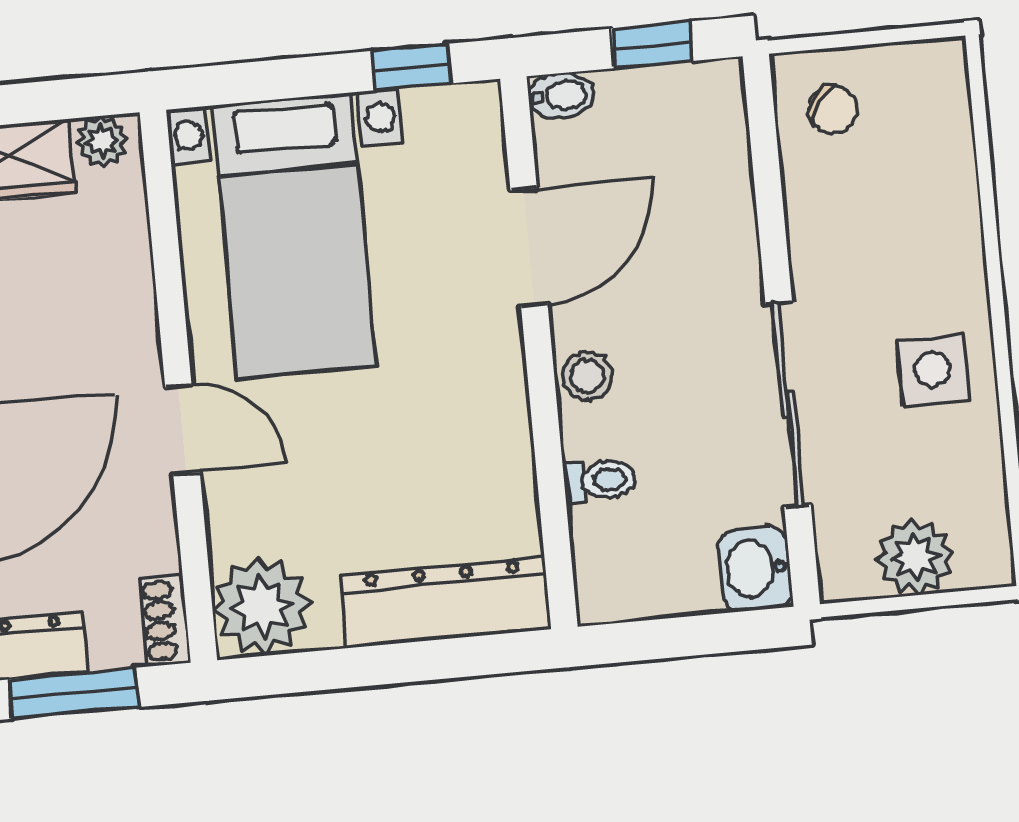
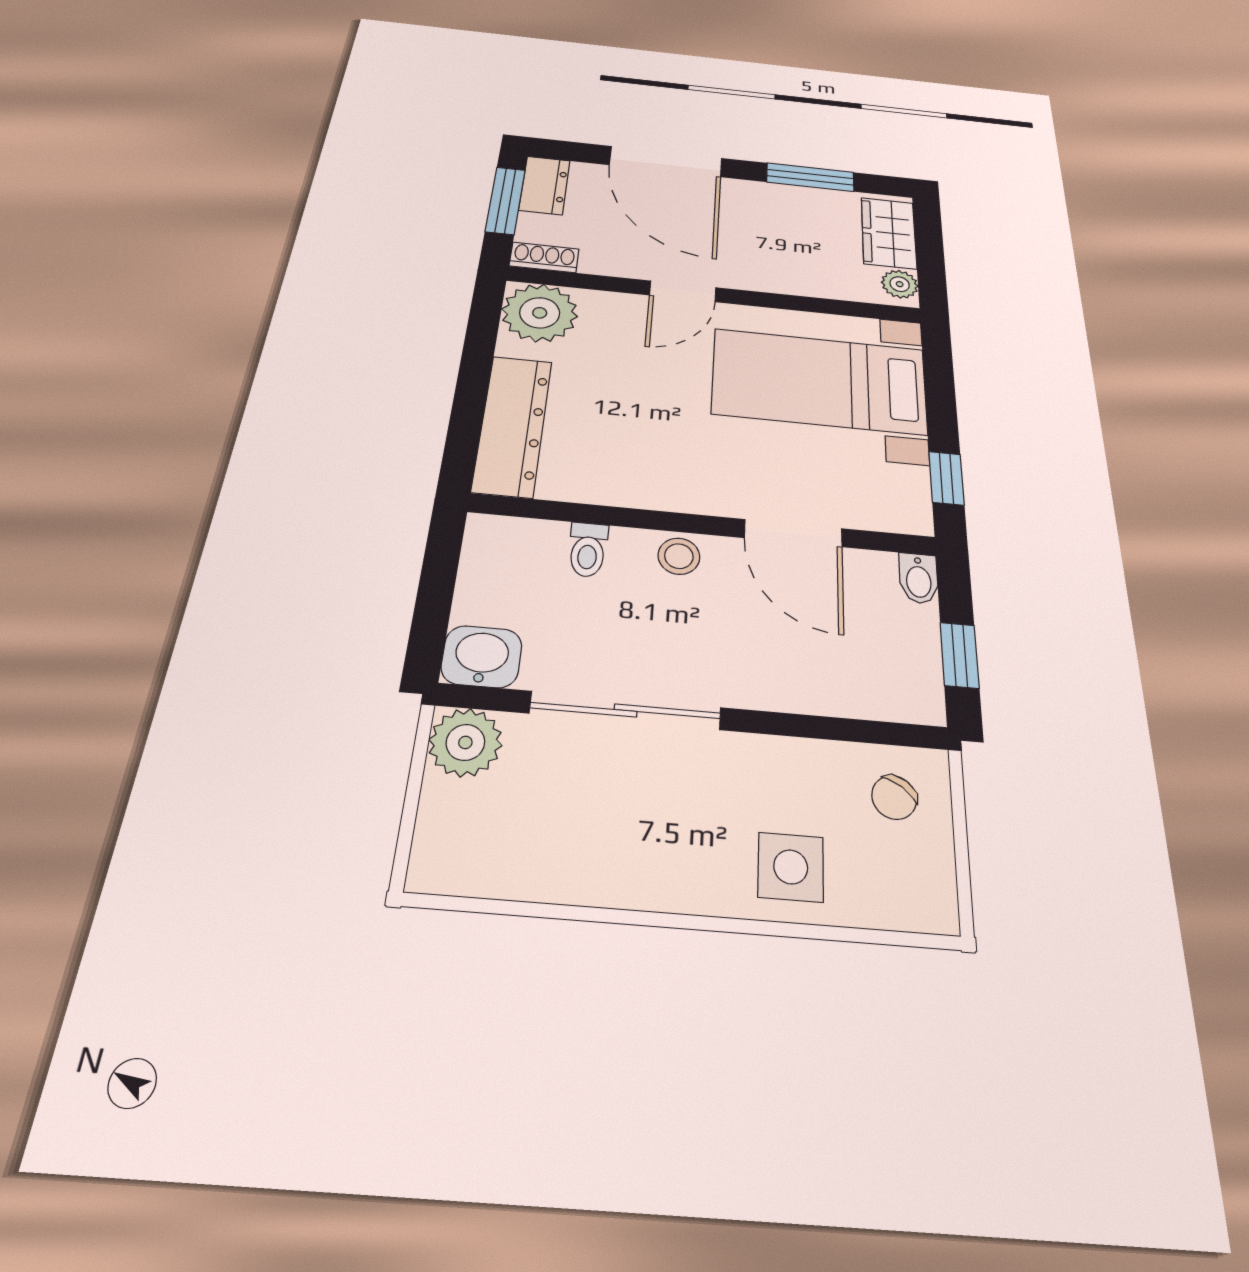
side table: (932, 369) -> (791, 867), moved
plant: (915, 557) -> (465, 742), moved

